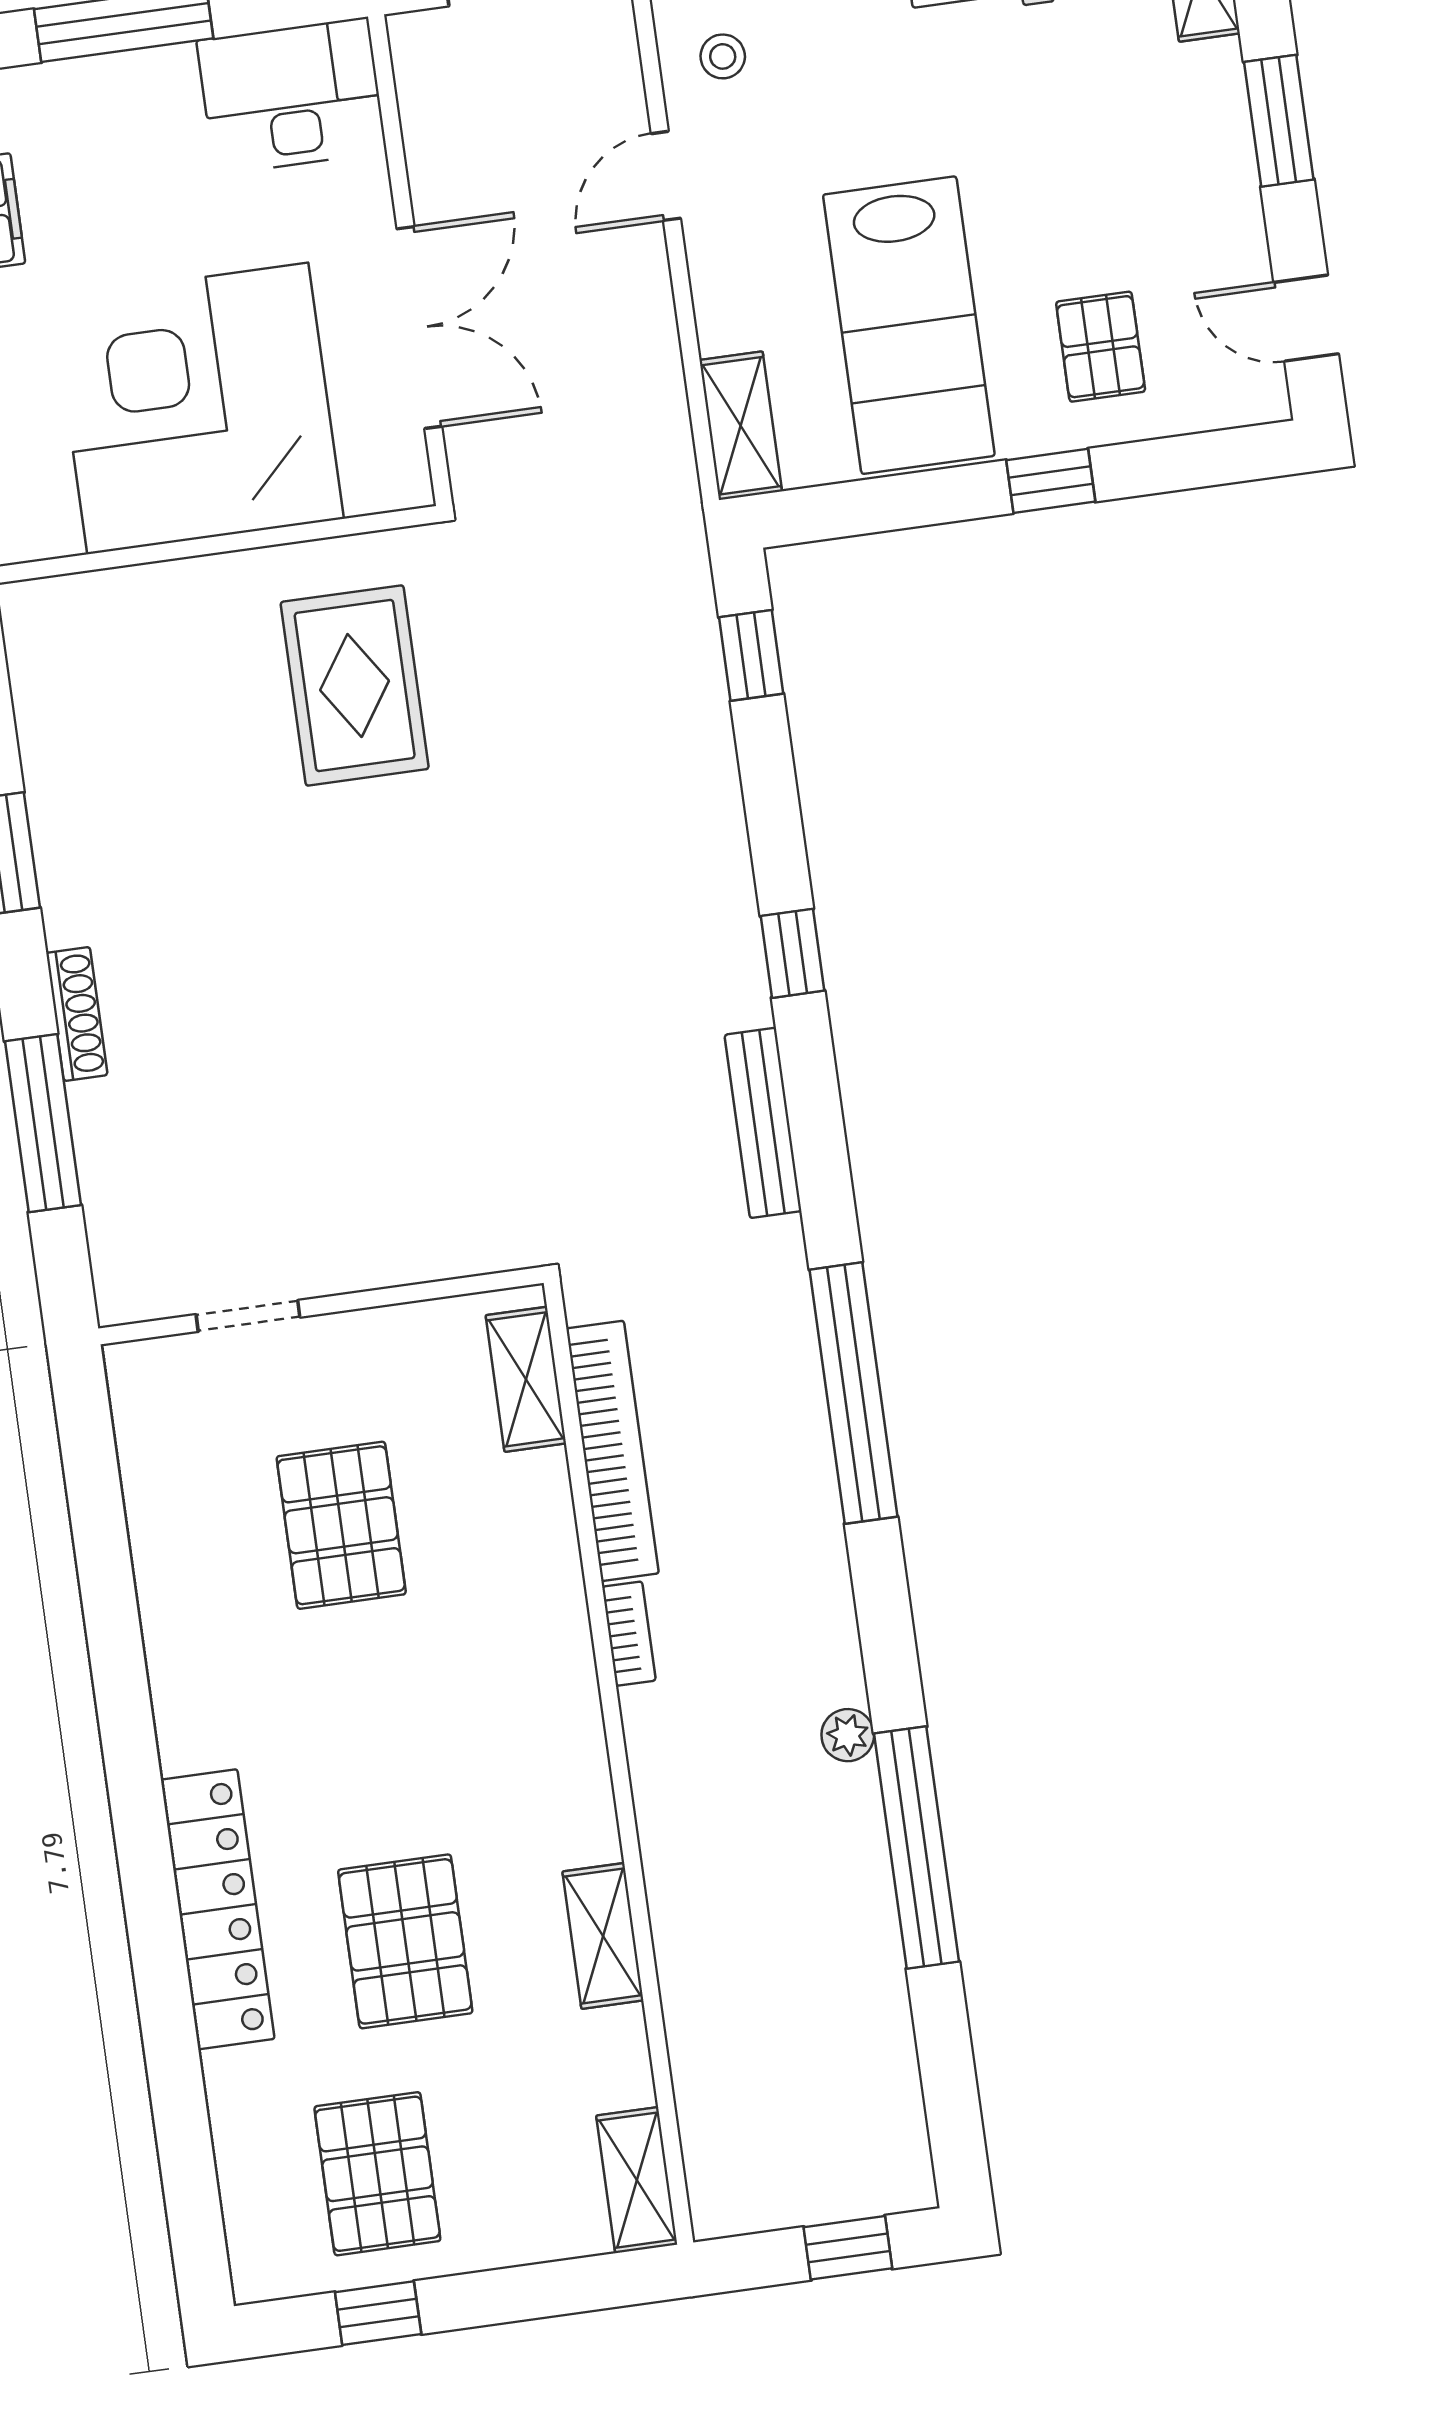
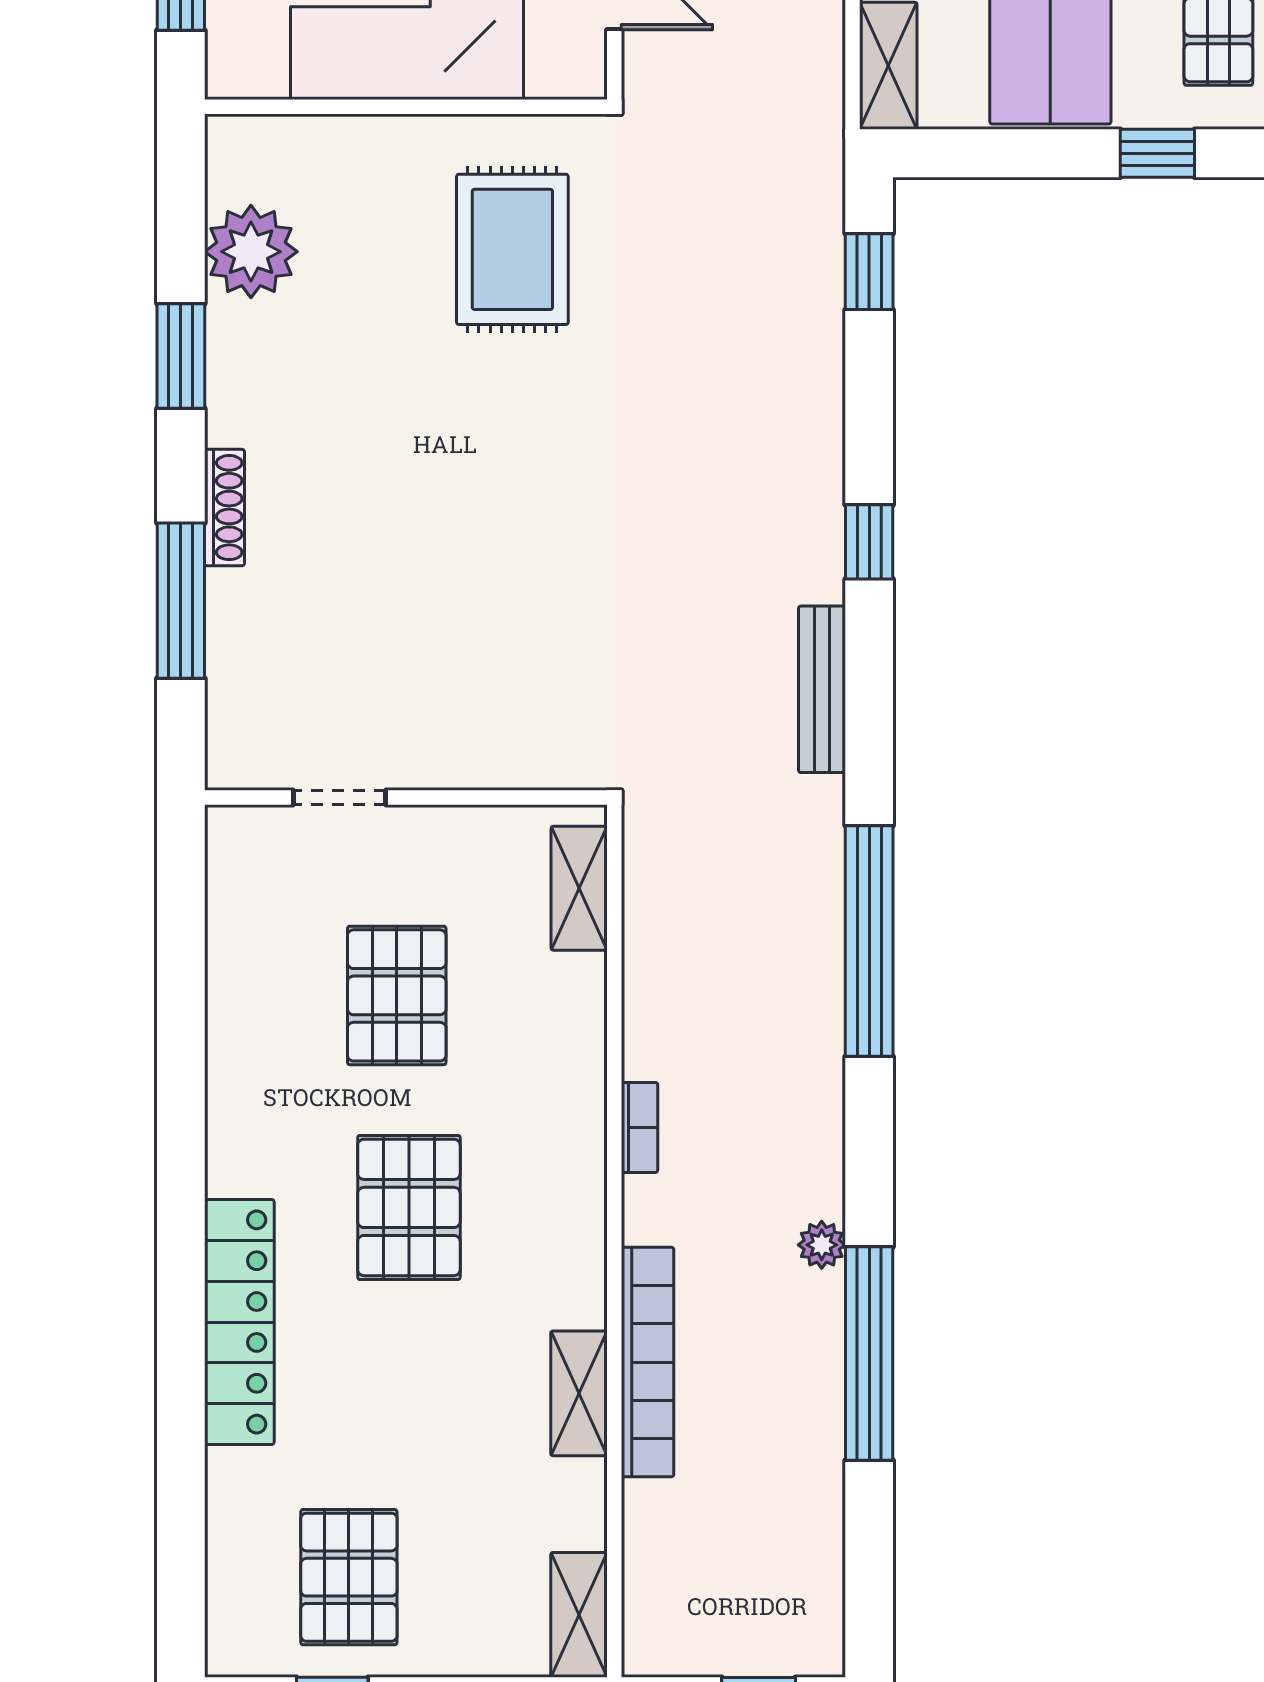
plant: (67, 728) -> (251, 252), added
bookcase: (613, 1451) -> (647, 1362), moved
pallet: (405, 1941) -> (409, 1207), moved

